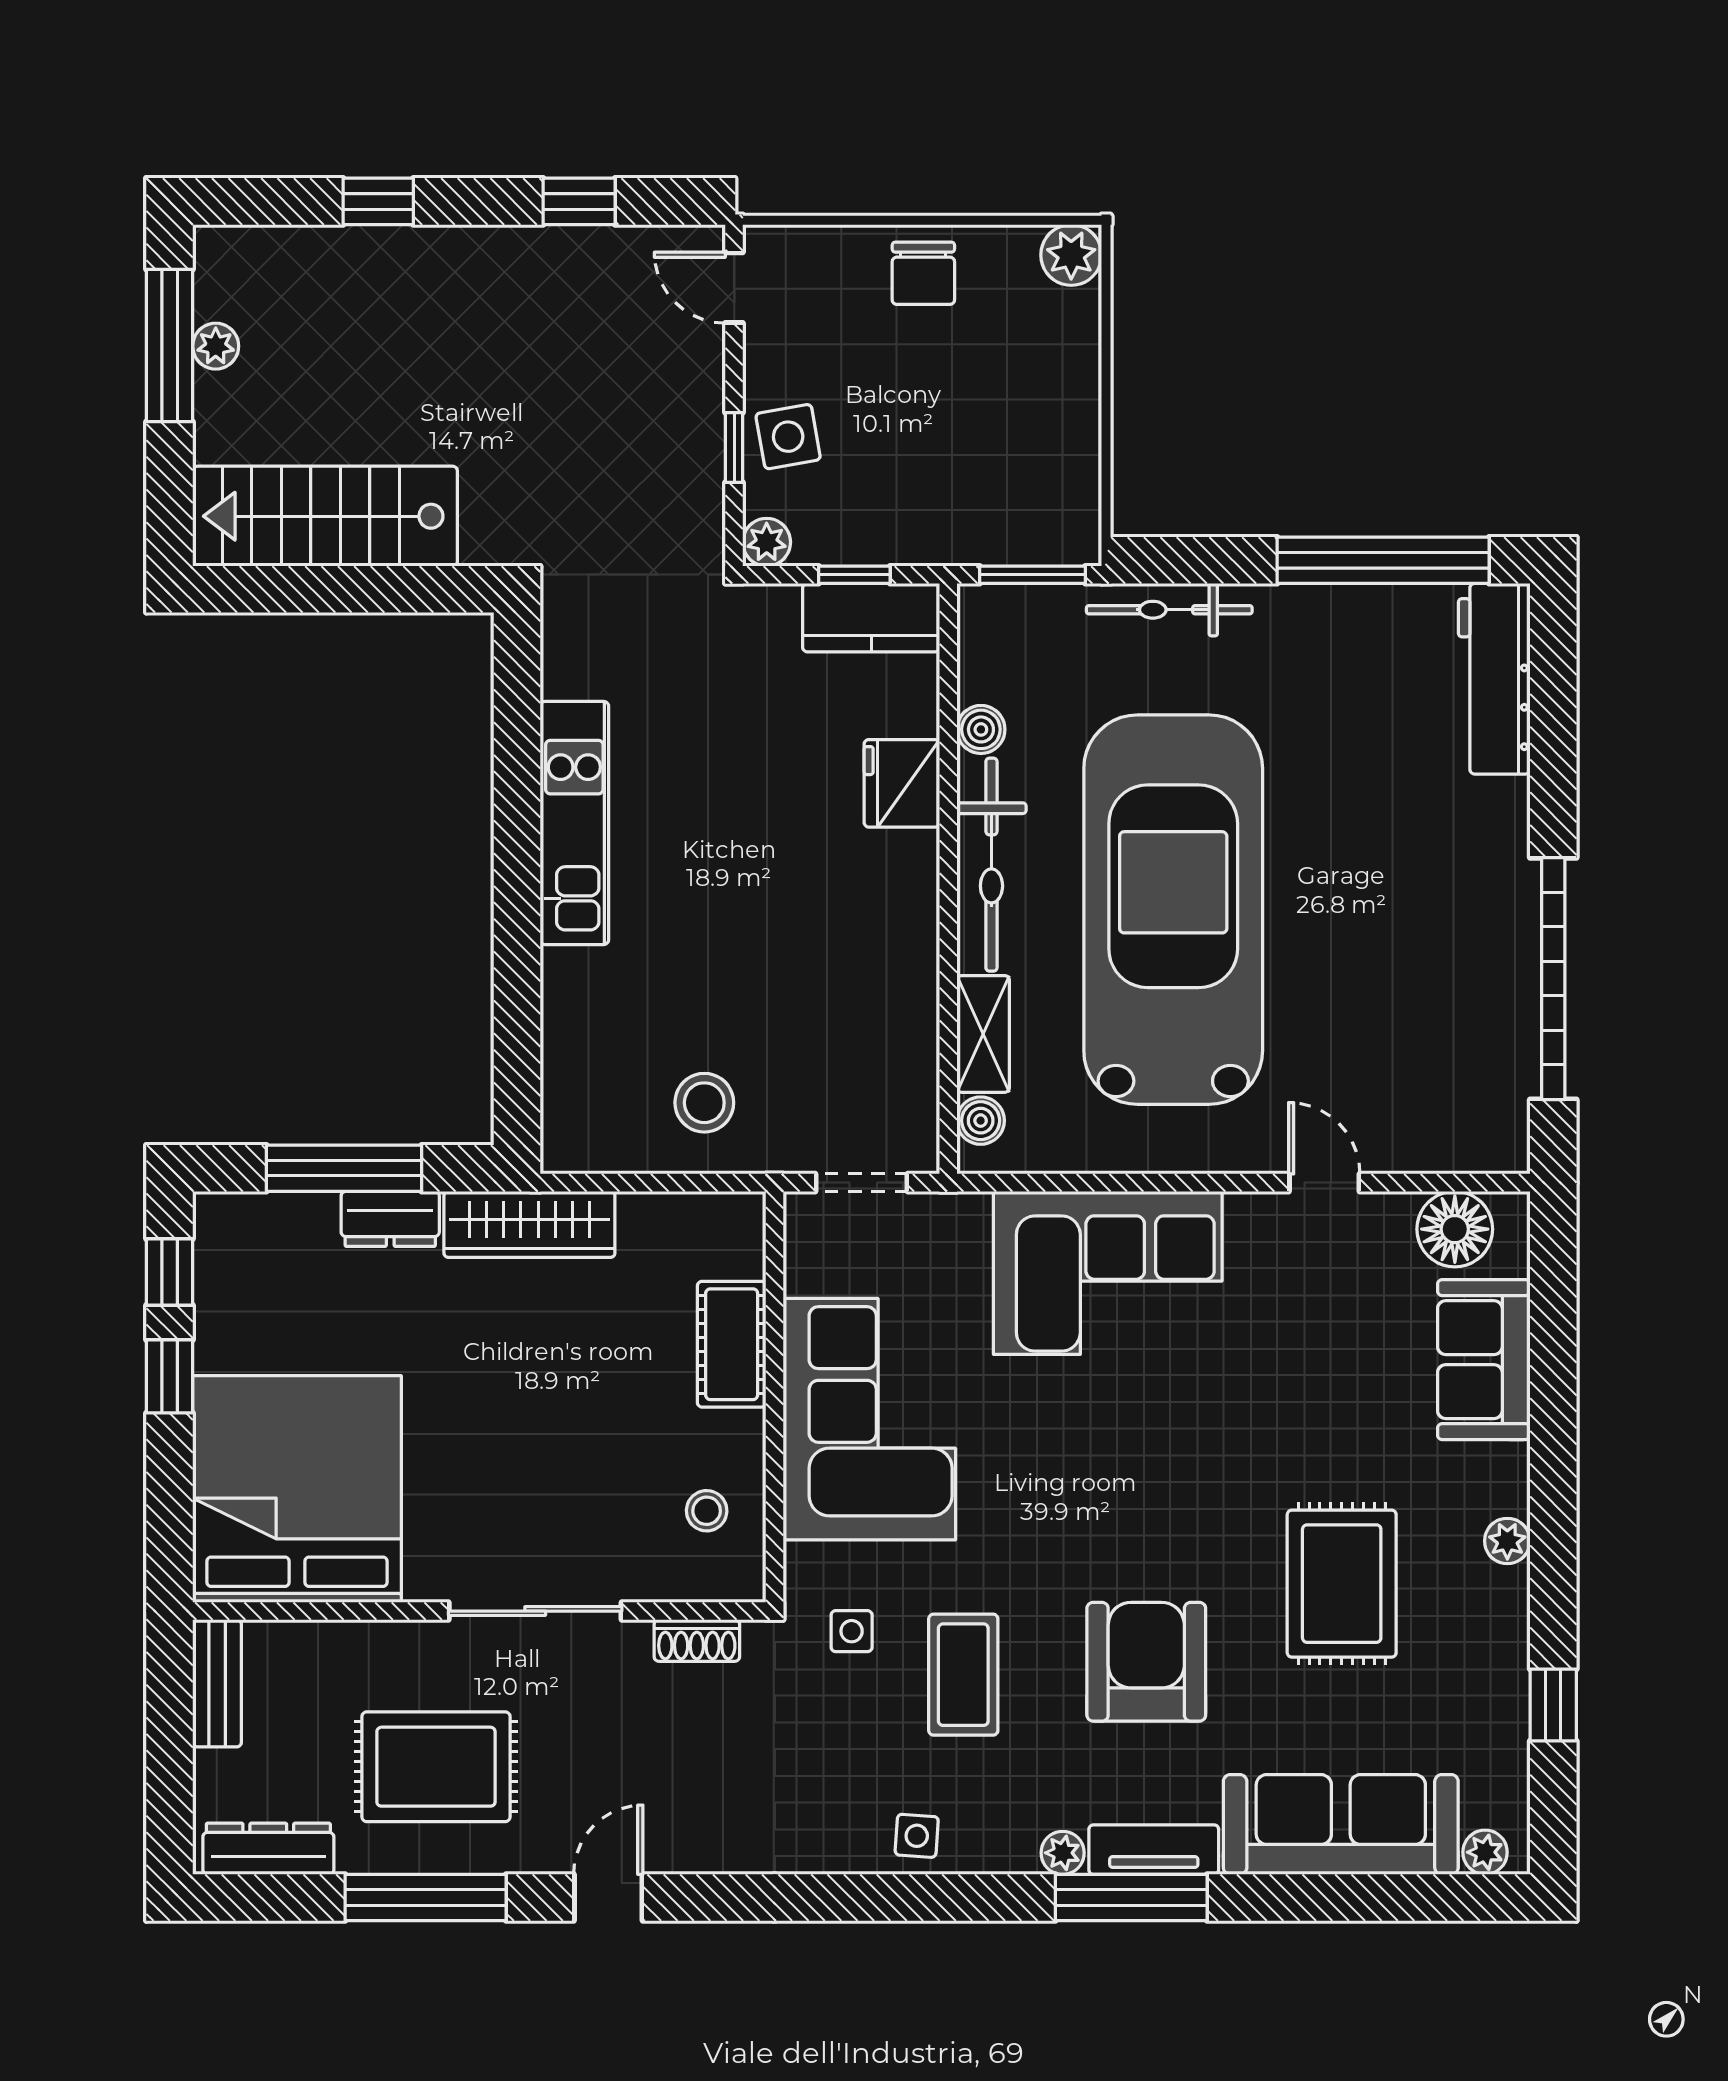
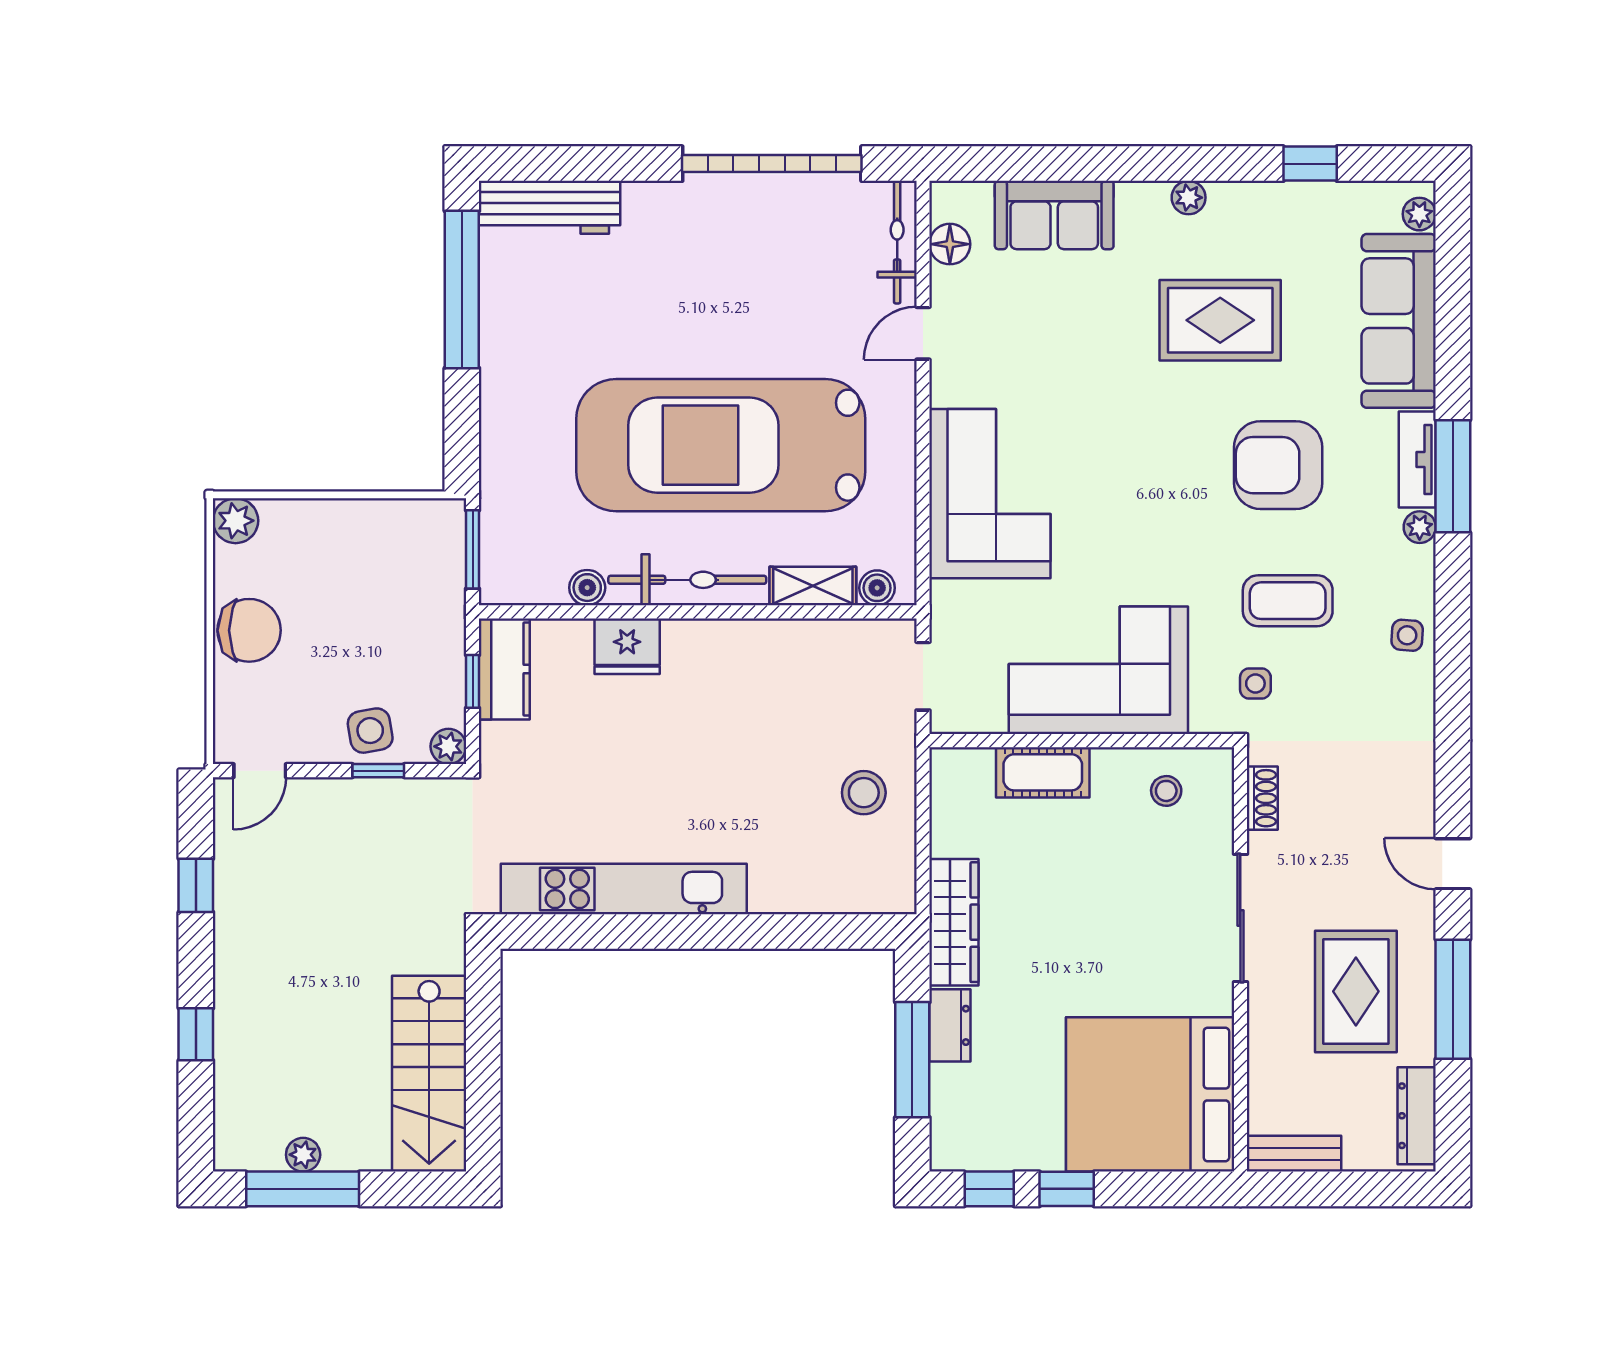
chair: (923, 273) -> (249, 630), width x1.37, depth x1.37
bicycle: (1169, 610) -> (897, 242), moved, turned 180
kitchen unit: (574, 823) -> (624, 889), width x1.36
floor lamp: (1455, 1229) -> (950, 244), width x0.73, depth x0.73

